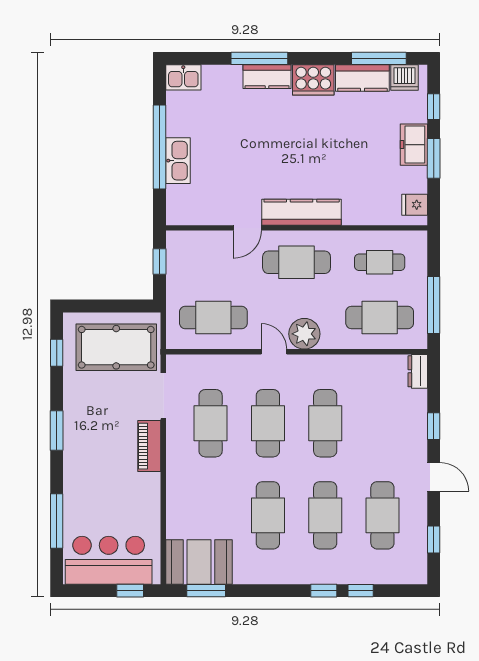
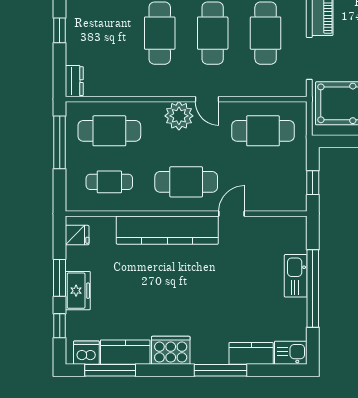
kitchen counter: (267, 77) -> (251, 353), moved
kitchen counter: (302, 212) -> (167, 230), width x1.39, depth x1.17

